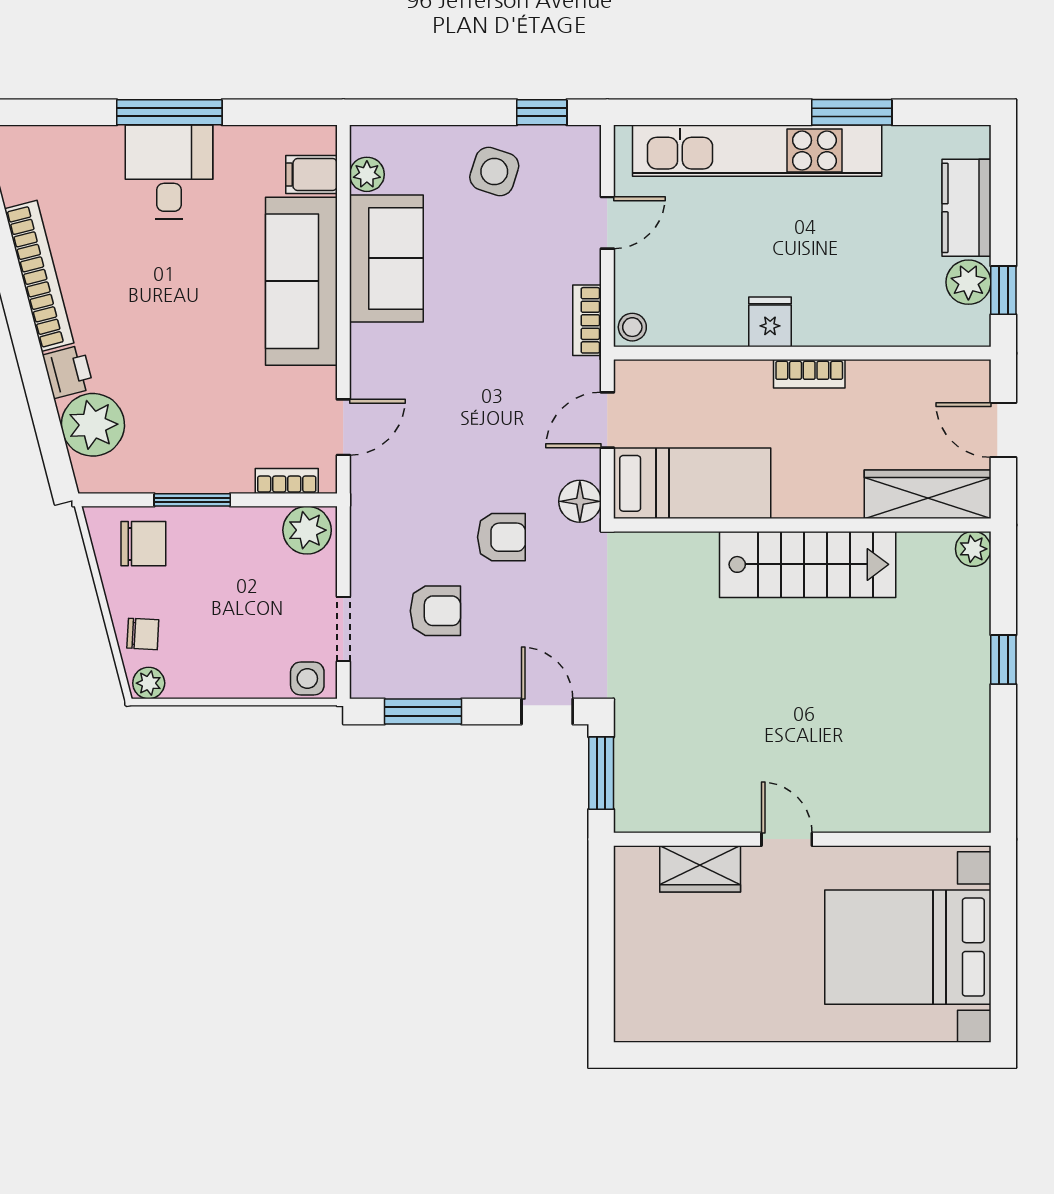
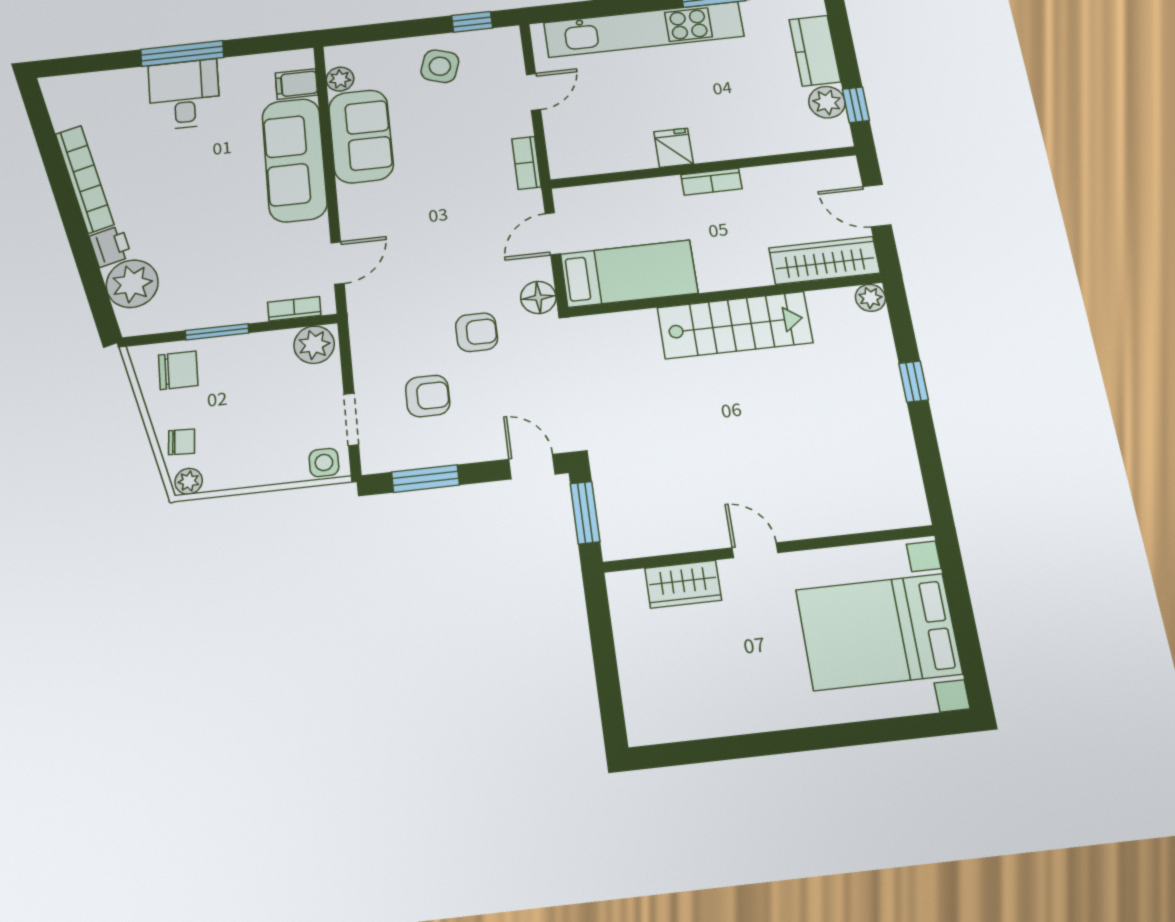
stool: (632, 327) -> (563, 164), removed

